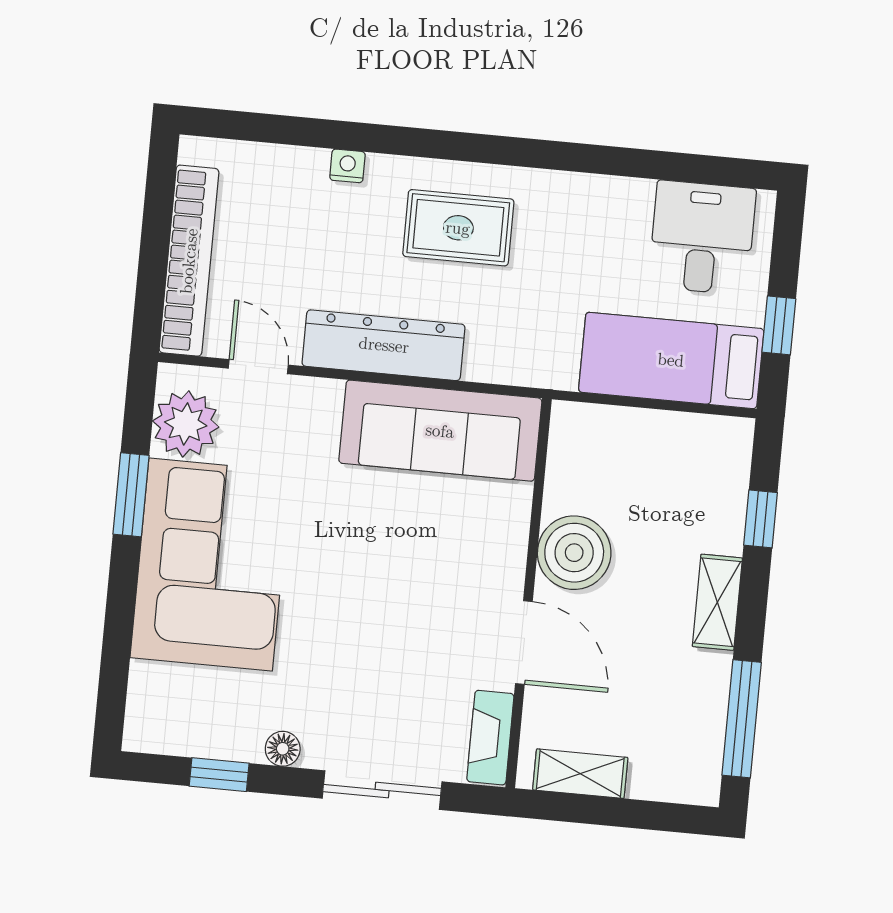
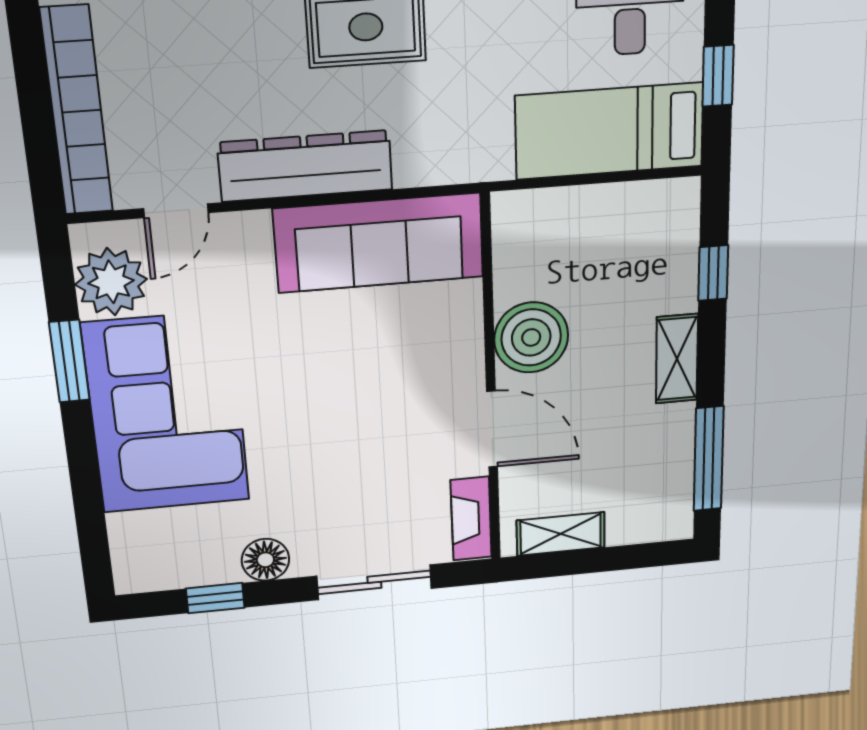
door: (258, 367) -> (176, 211), swing flipped
floor lamp: (283, 749) -> (265, 560), width x1.37, depth x1.37

